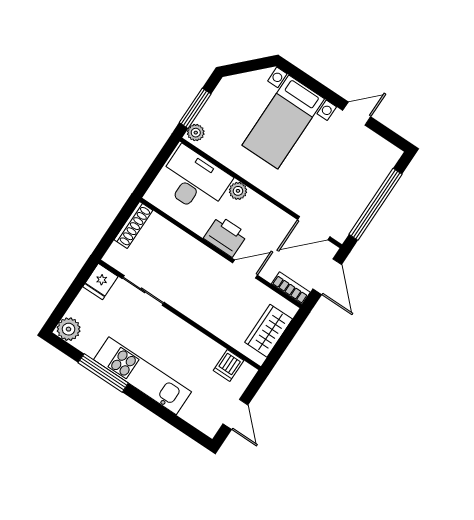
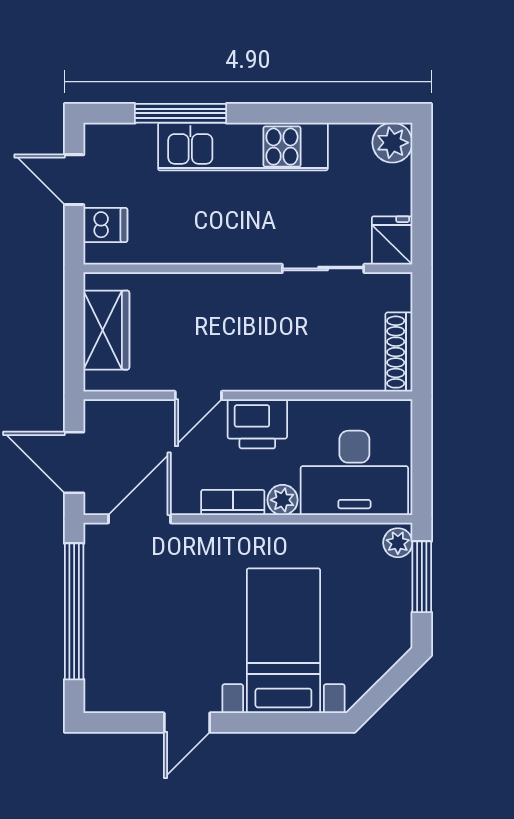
bookcase: (291, 288) -> (233, 502), moved, turned 180
dishwasher: (229, 366) -> (105, 225), moved, turned 90
window: (103, 373) -> (181, 113), moved

